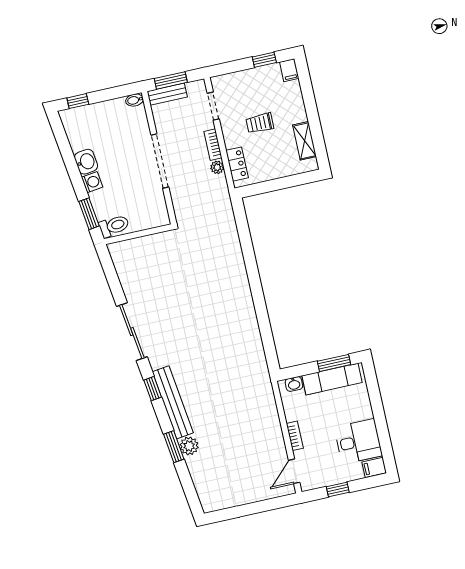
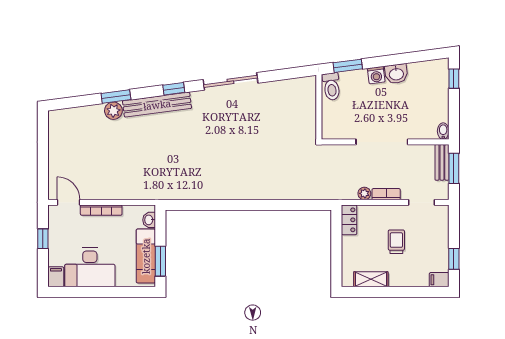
locker: (237, 164) -> (349, 220), moved, turned -90
bookcase: (295, 436) -> (101, 210), width x1.56
desk: (358, 441) -> (90, 267), width x1.37

